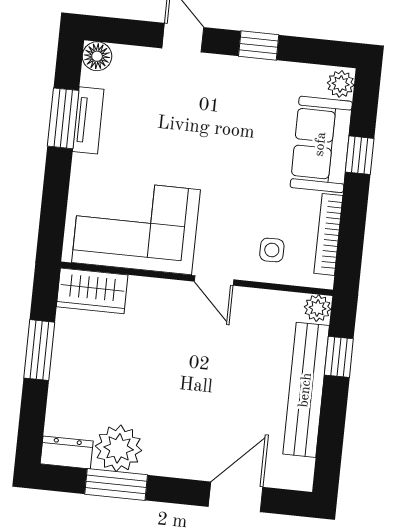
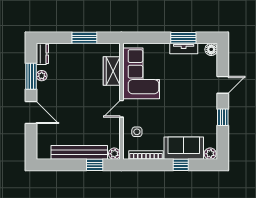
wardrobe: (92, 291) -> (112, 71), moved
plant: (119, 448) -> (42, 76), width x0.53, depth x0.53
door: (236, 497) -> (31, 113), moved

